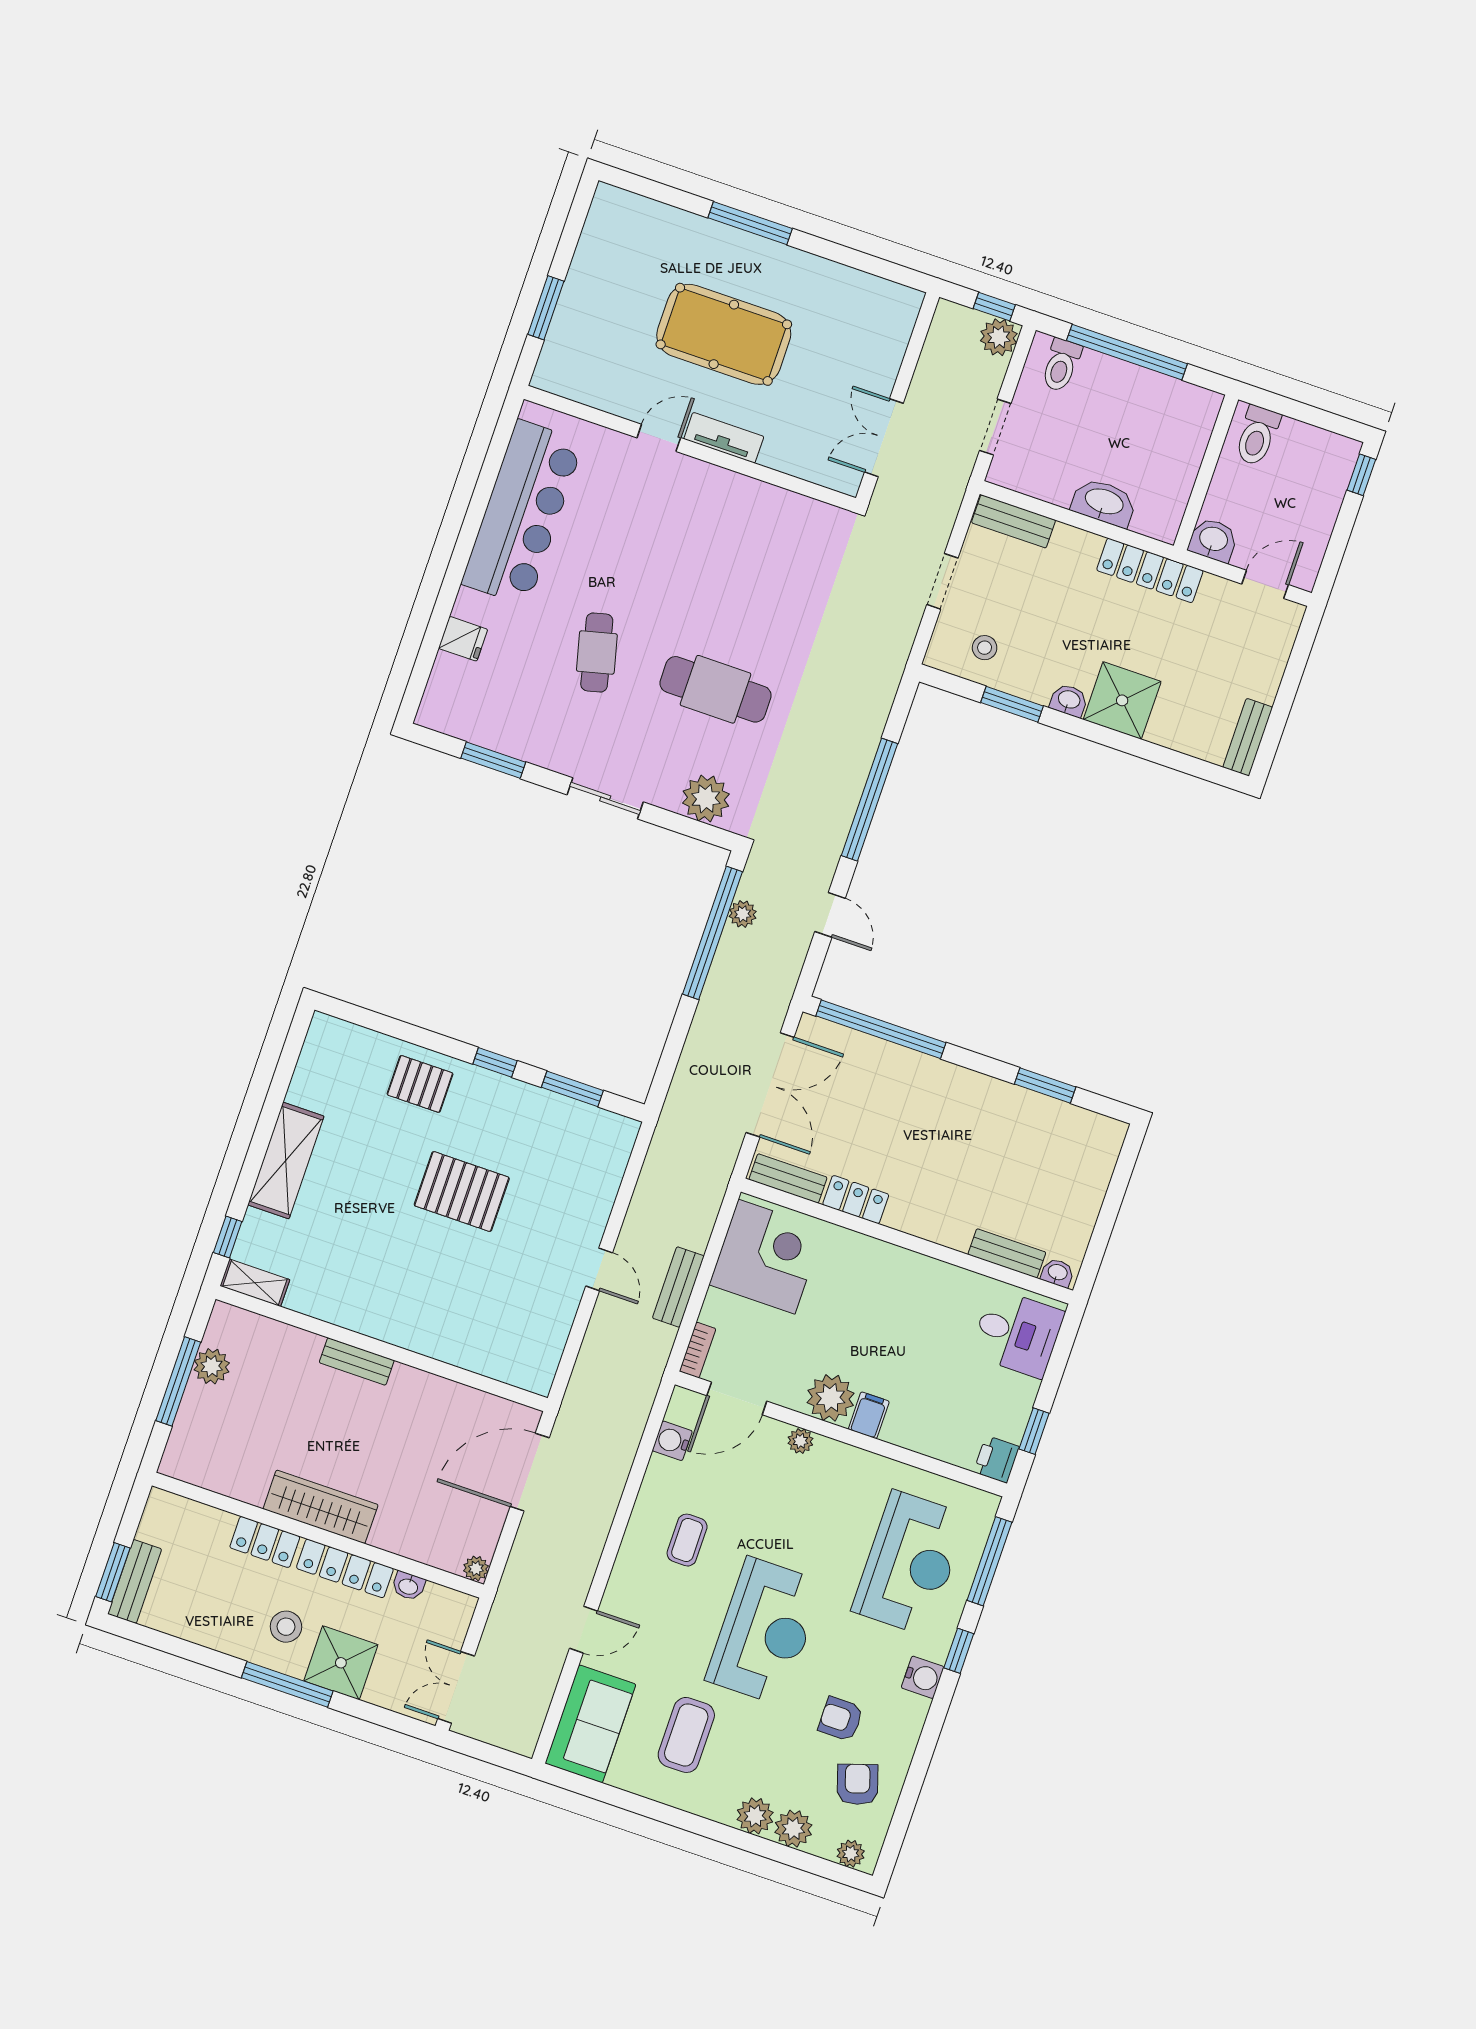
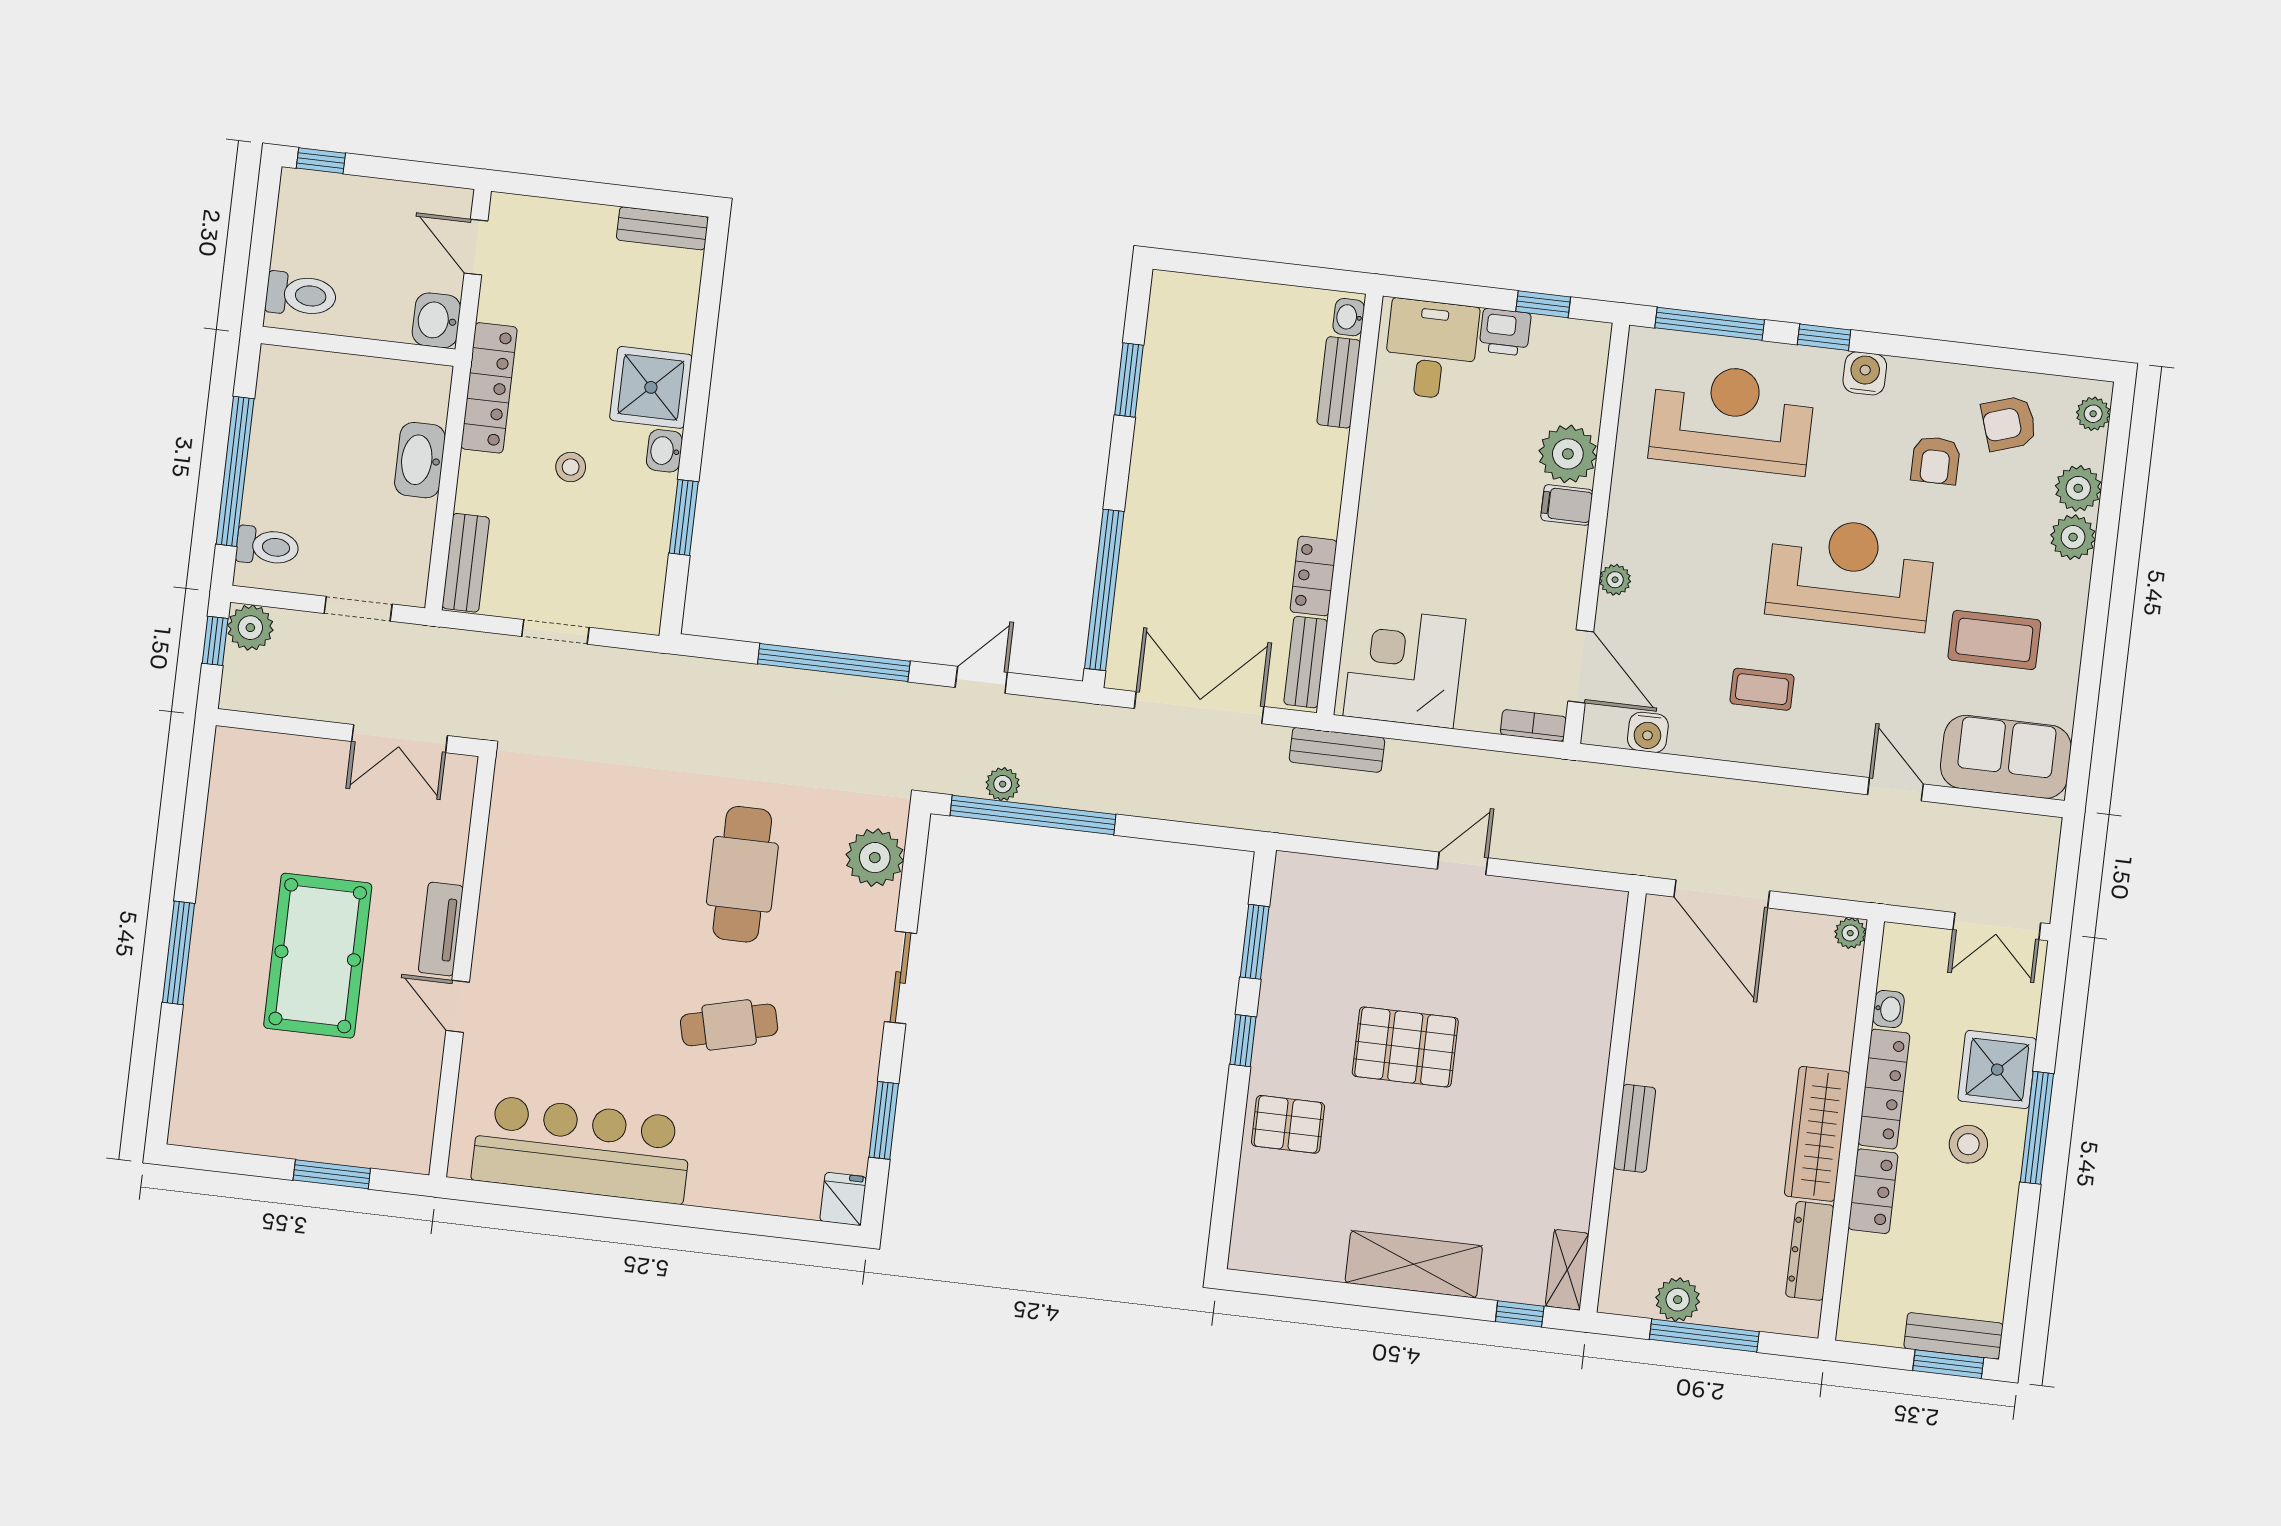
fridge: (463, 639) -> (843, 1199), moved
stool: (985, 648) -> (571, 467), moved
pallet: (420, 1084) -> (1288, 1124), turned 90
pallet: (462, 1192) -> (1405, 1047), turned 90
bench: (678, 1287) -> (1337, 750), moved
plant: (831, 1398) -> (1568, 454), moved
printer: (996, 1459) -> (1505, 332), moved
dresser: (228, 1481) -> (1810, 1251), added

